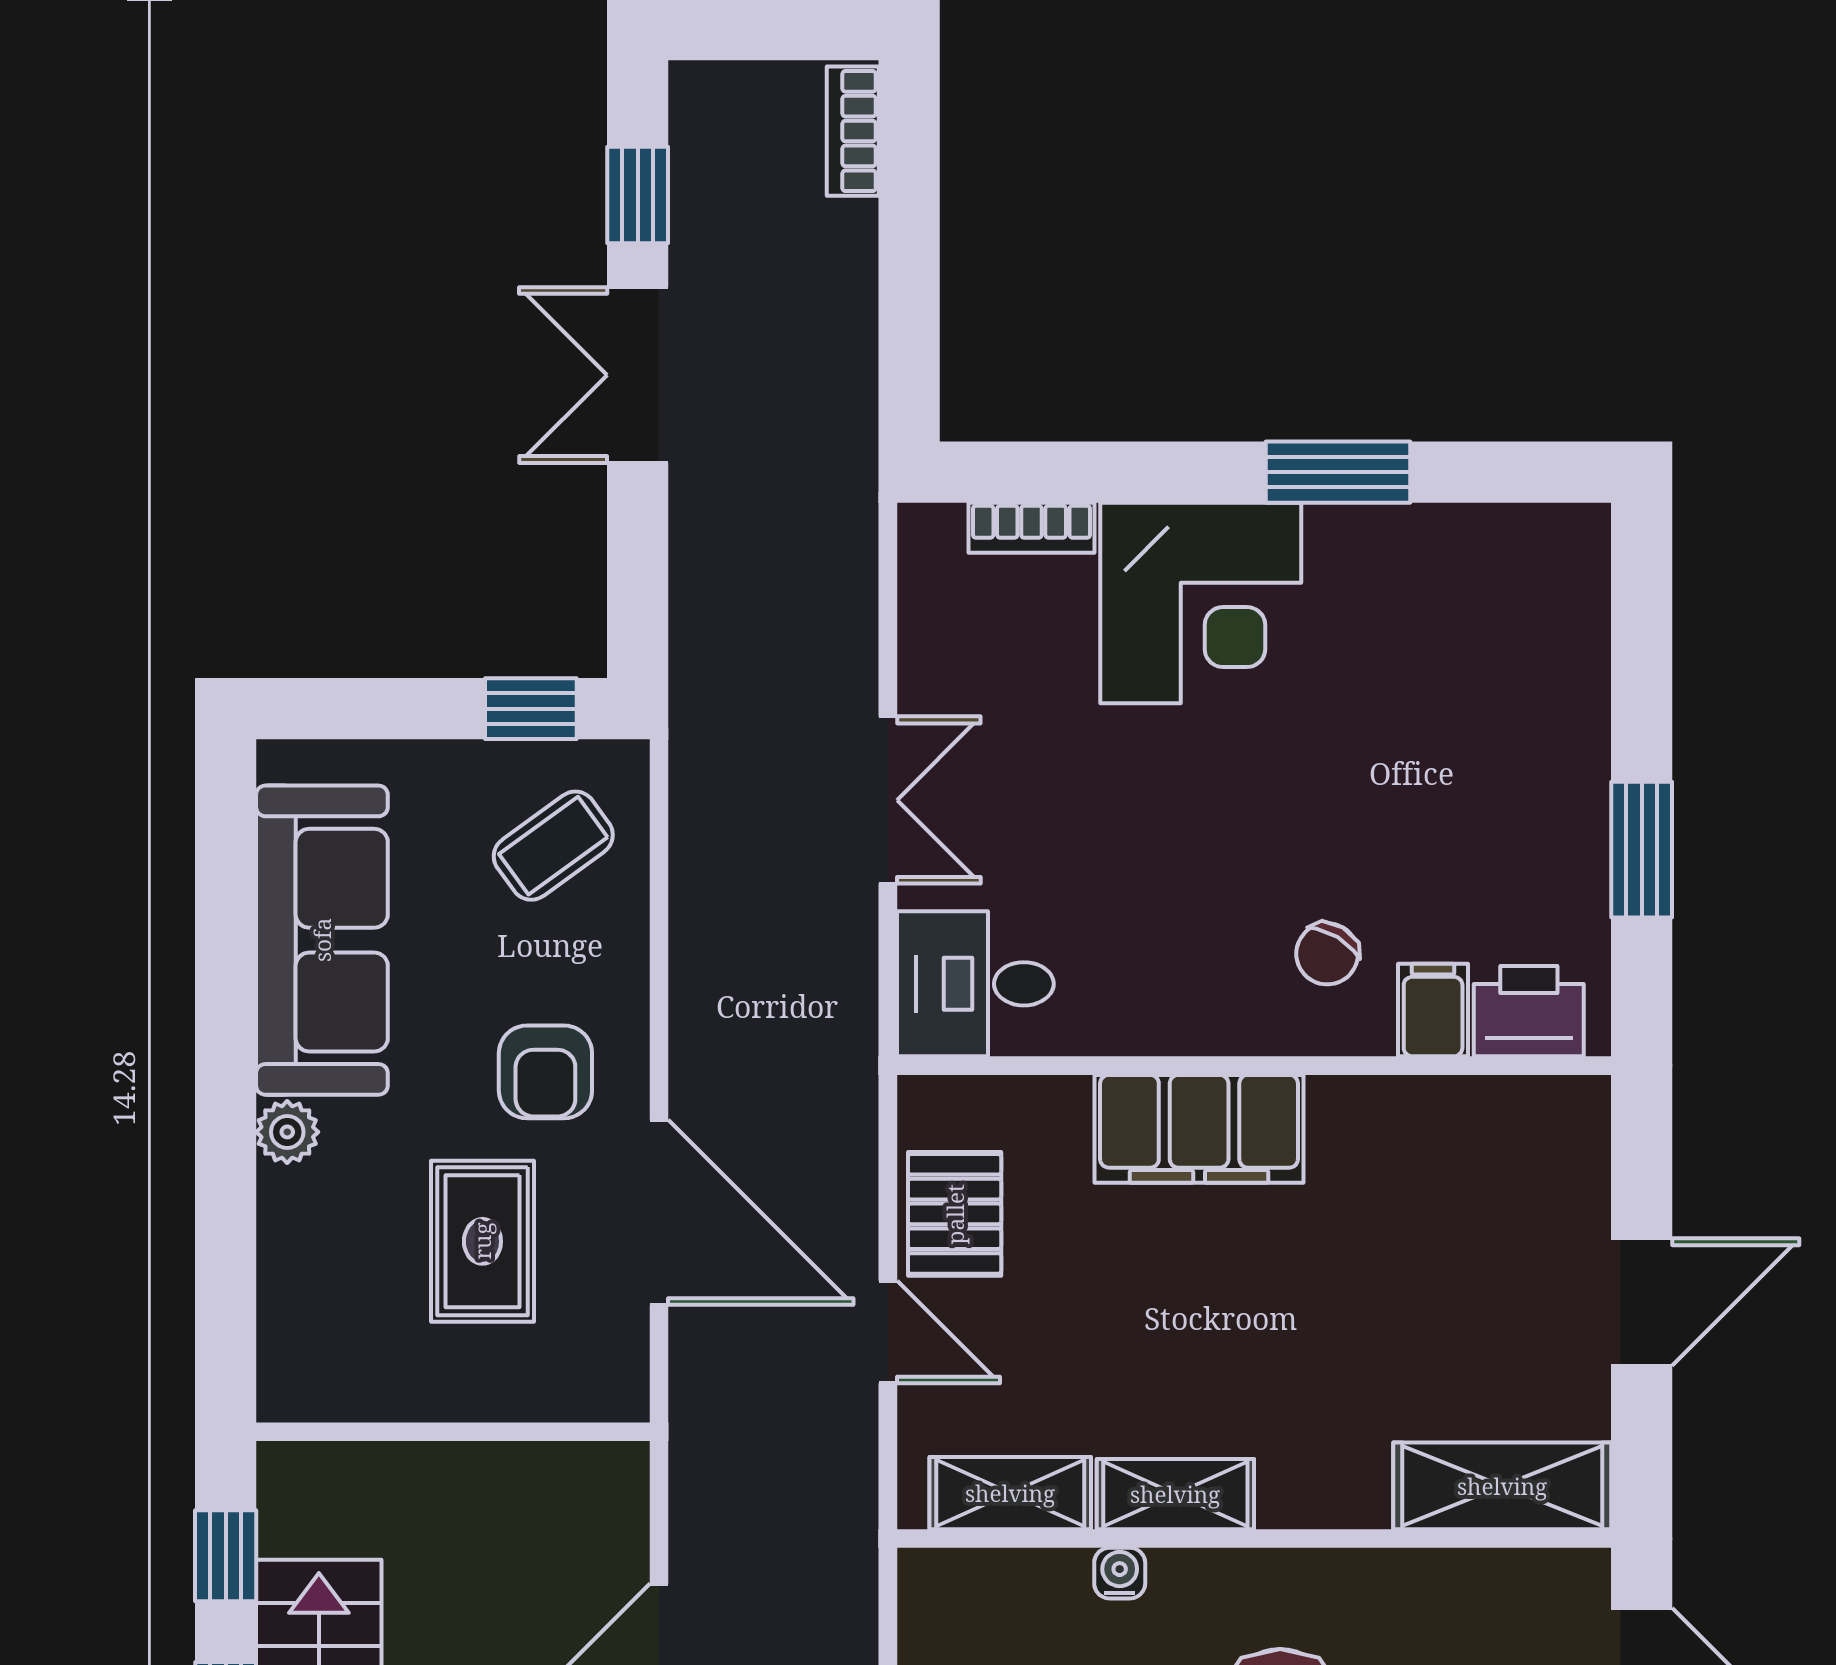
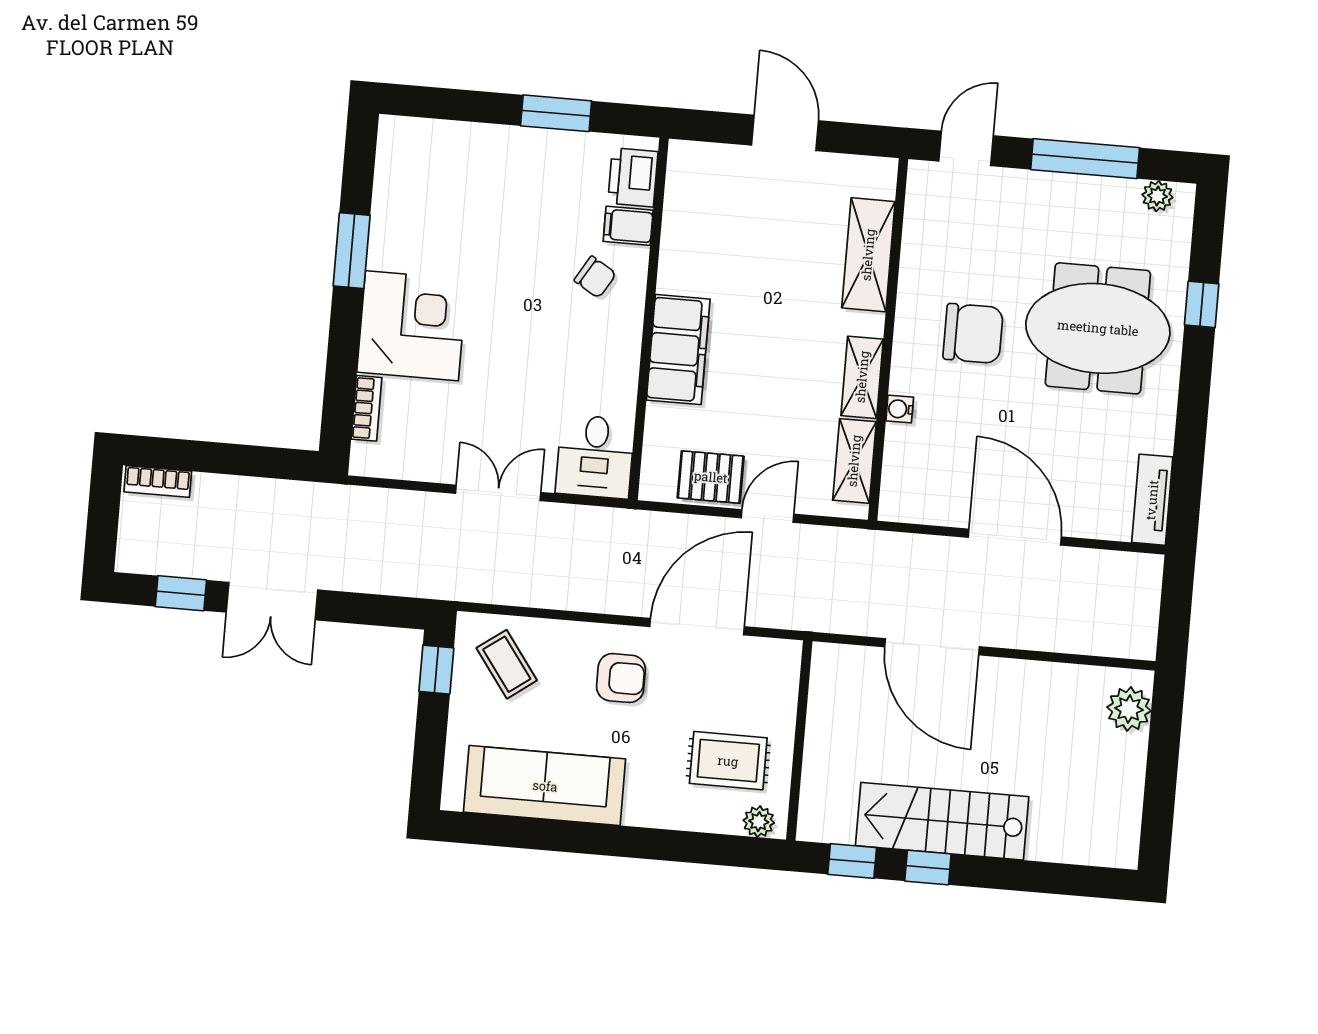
plant: (287, 1132) -> (759, 822), moved
rug: (482, 1241) -> (728, 761), moved
shelving: (1502, 1486) -> (868, 255), moved

